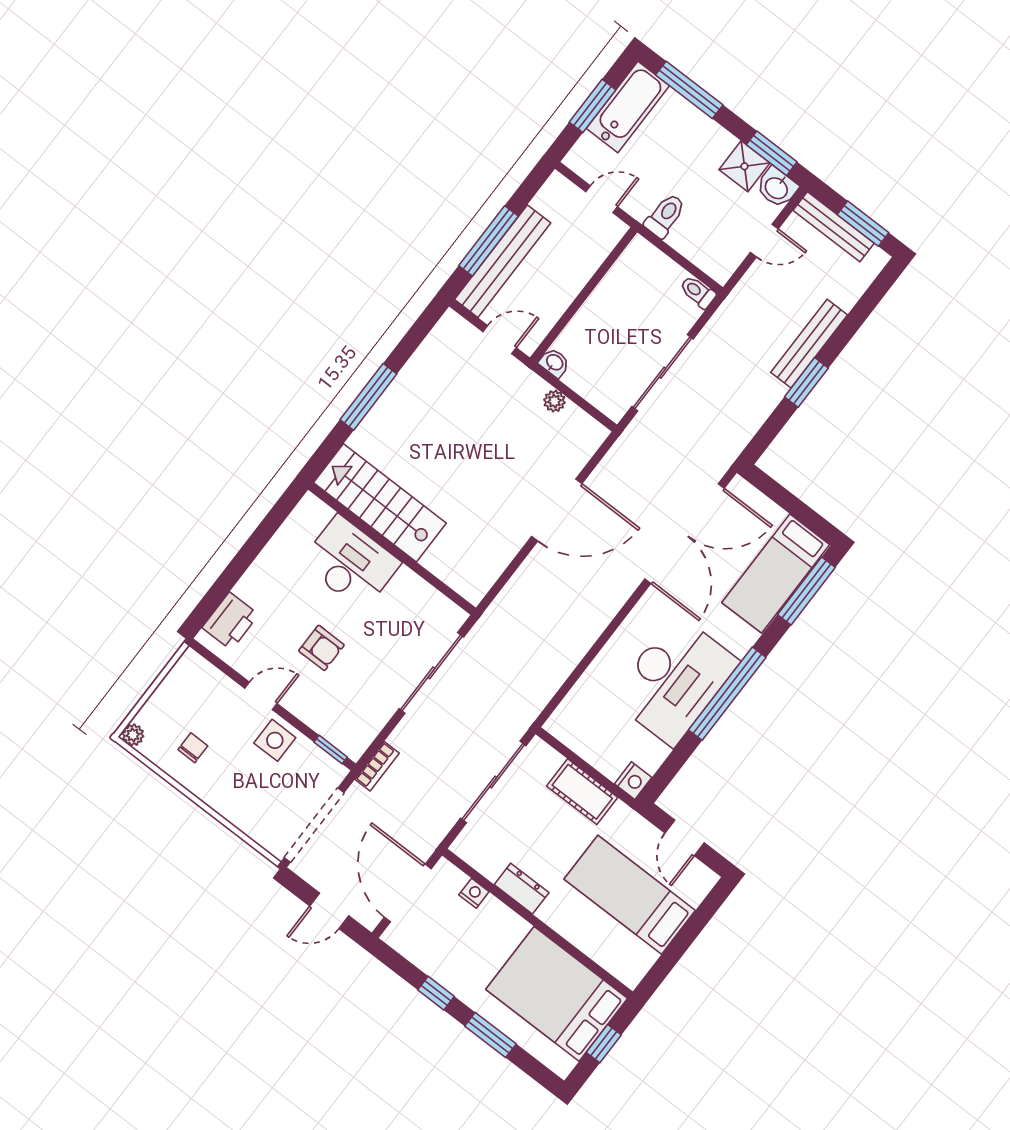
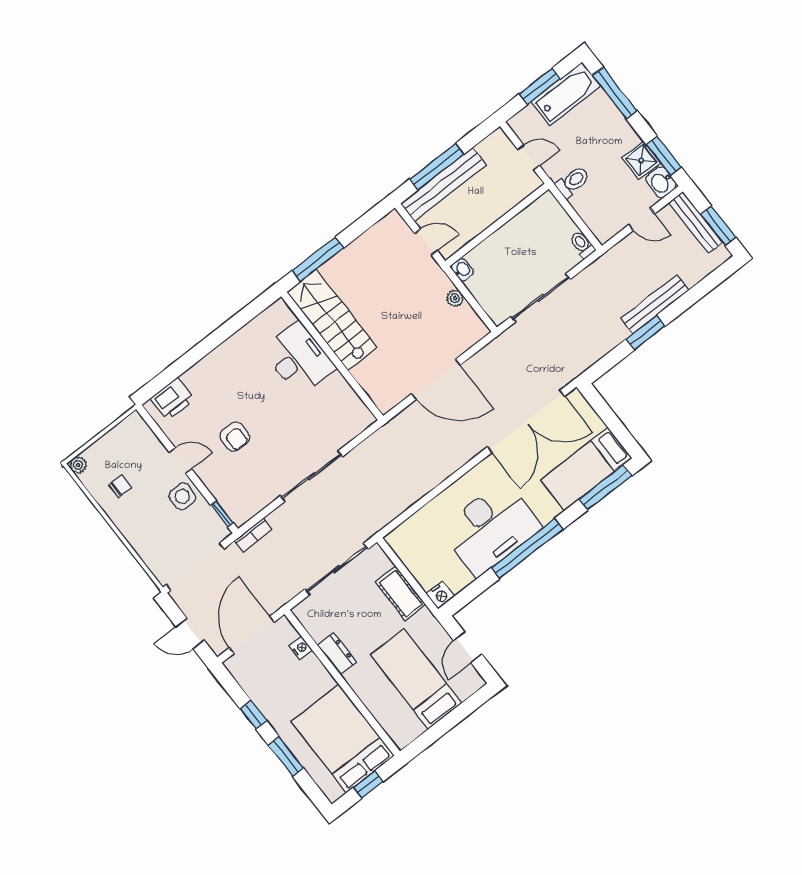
stairs: (380, 503) -> (332, 320), moved
wall: (392, 549) -> (332, 356), moved
desk: (350, 563) -> (299, 359), moved

